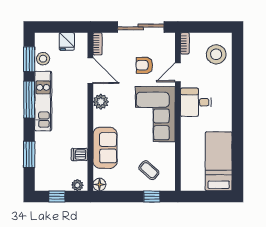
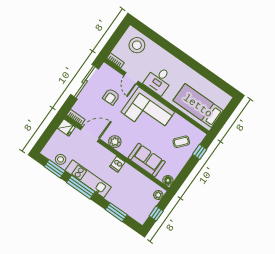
fridge: (67, 41) -> (66, 128), moved
dishwasher: (79, 155) -> (117, 164), moved
bed: (219, 161) -> (198, 106), moved

